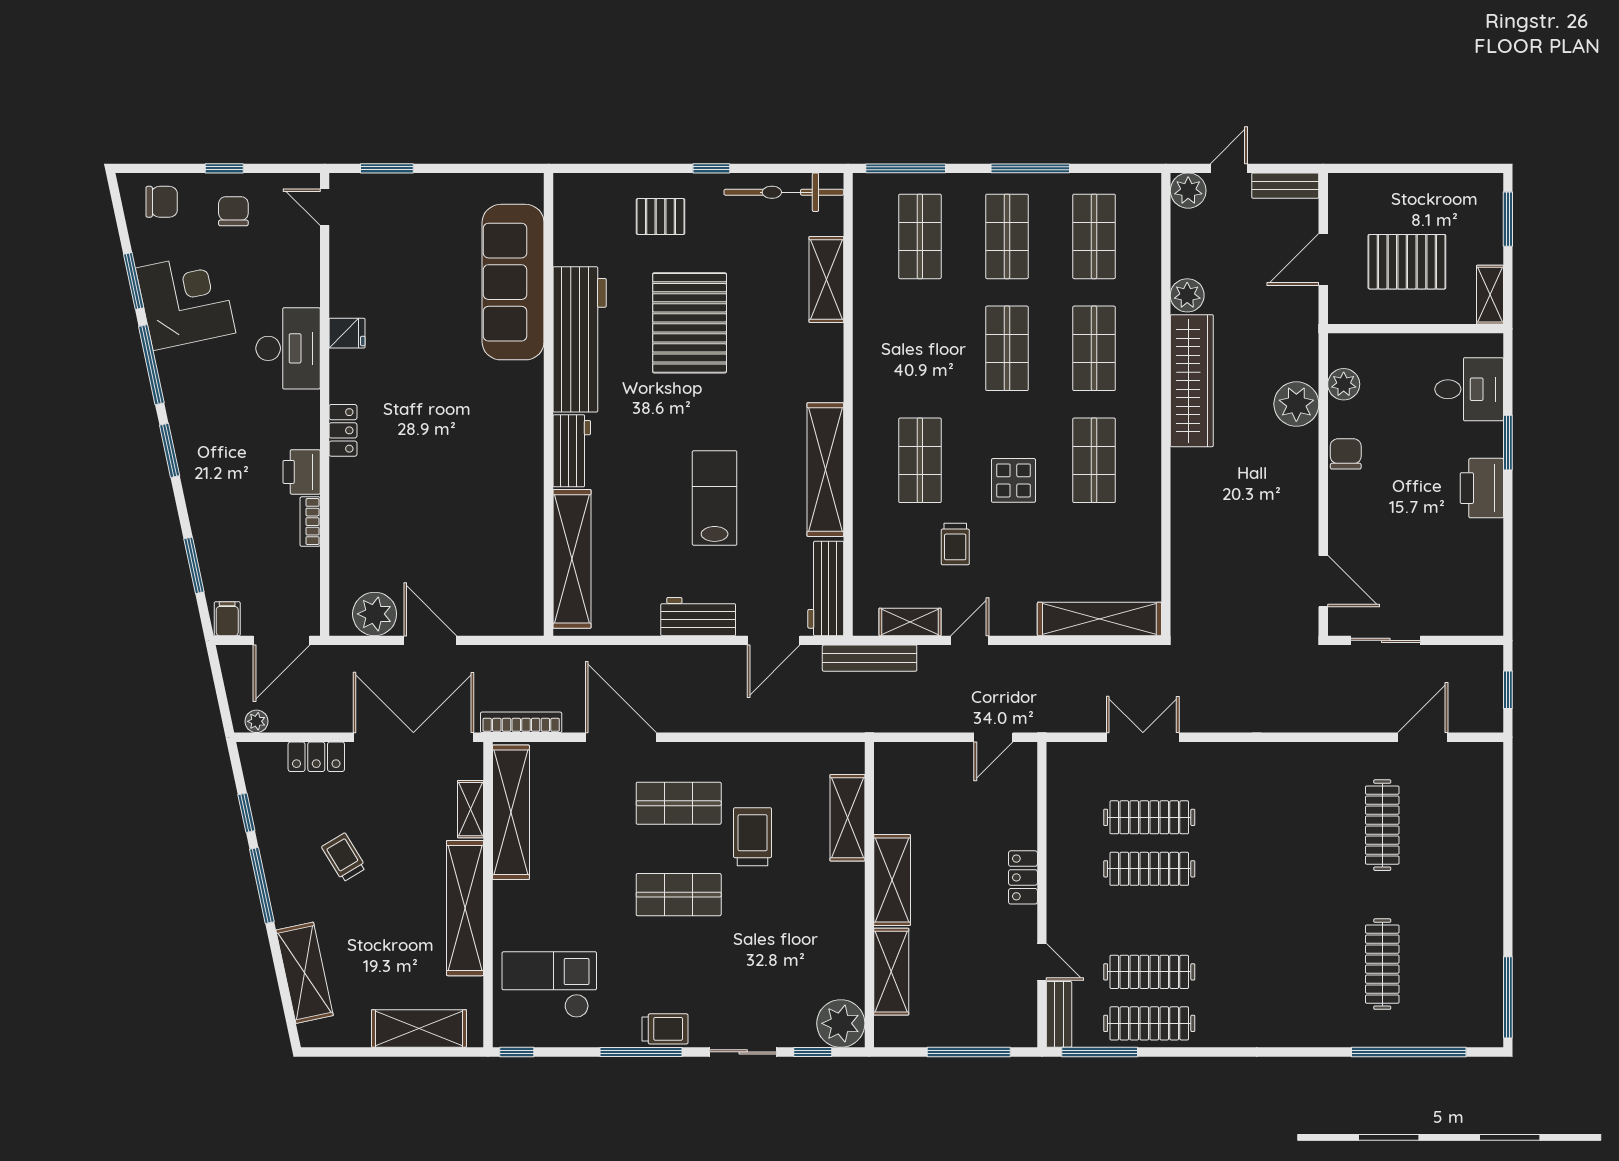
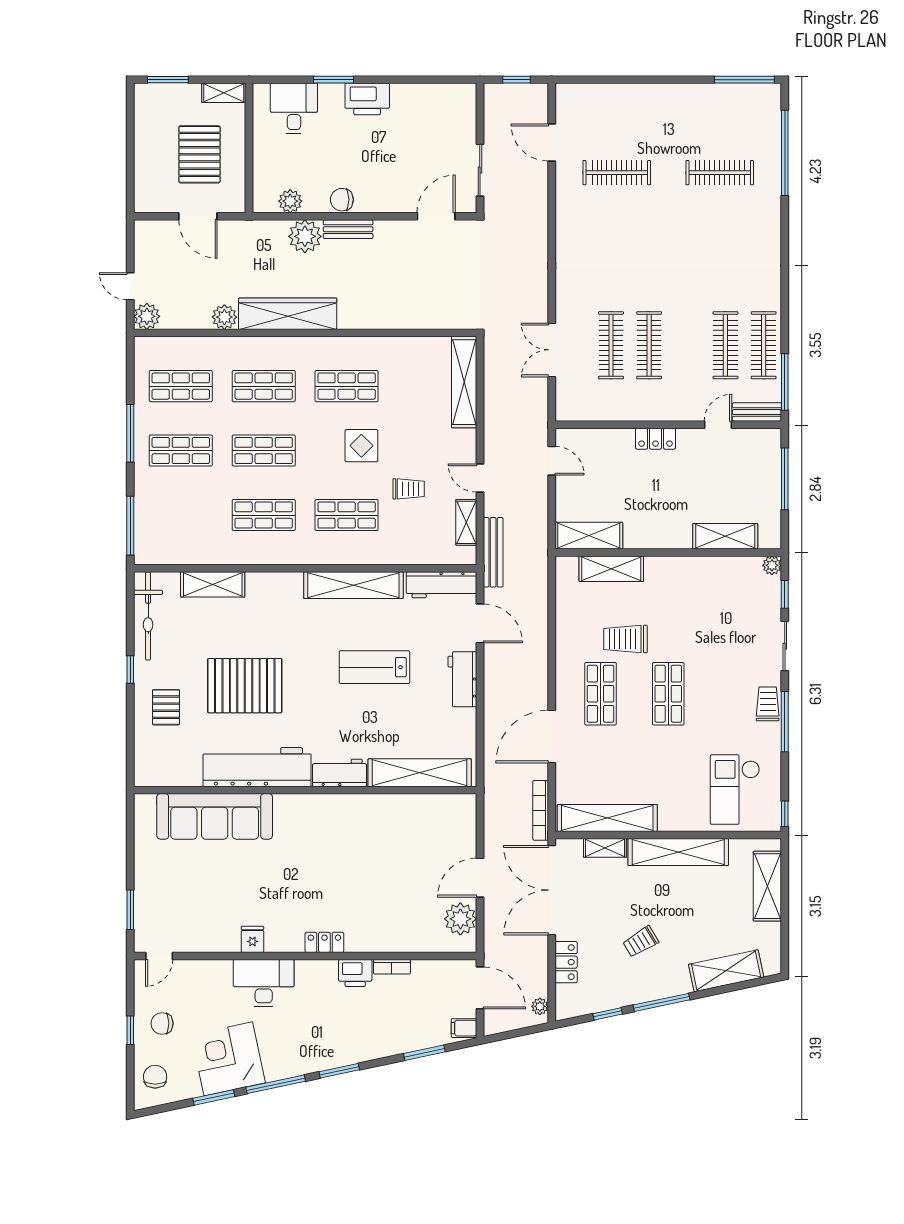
bench: (1285, 186) -> (348, 229), moved, turned 90
shop shelf: (920, 236) -> (264, 515), moved
shelving: (892, 880) -> (589, 536), moved
plant: (841, 1023) -> (772, 565), width x0.53, depth x0.53

